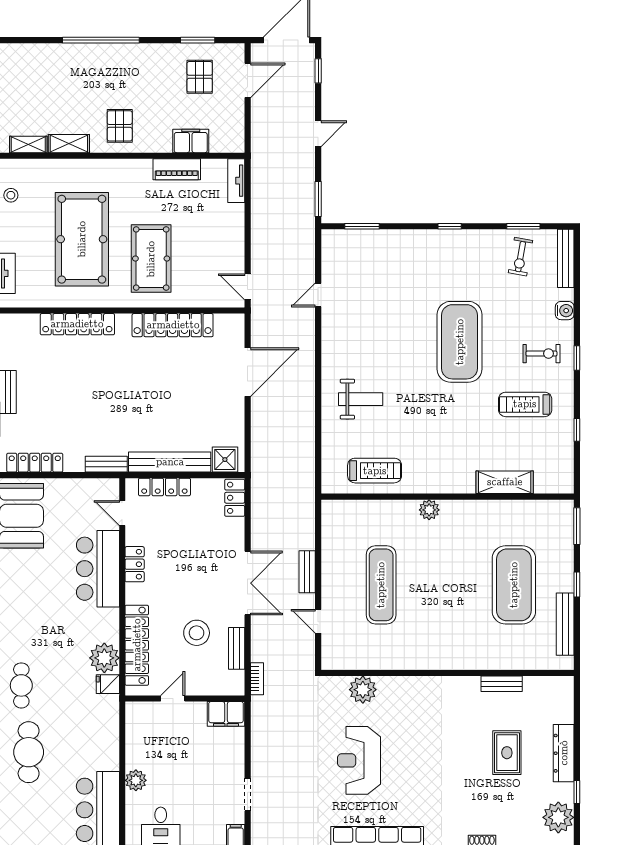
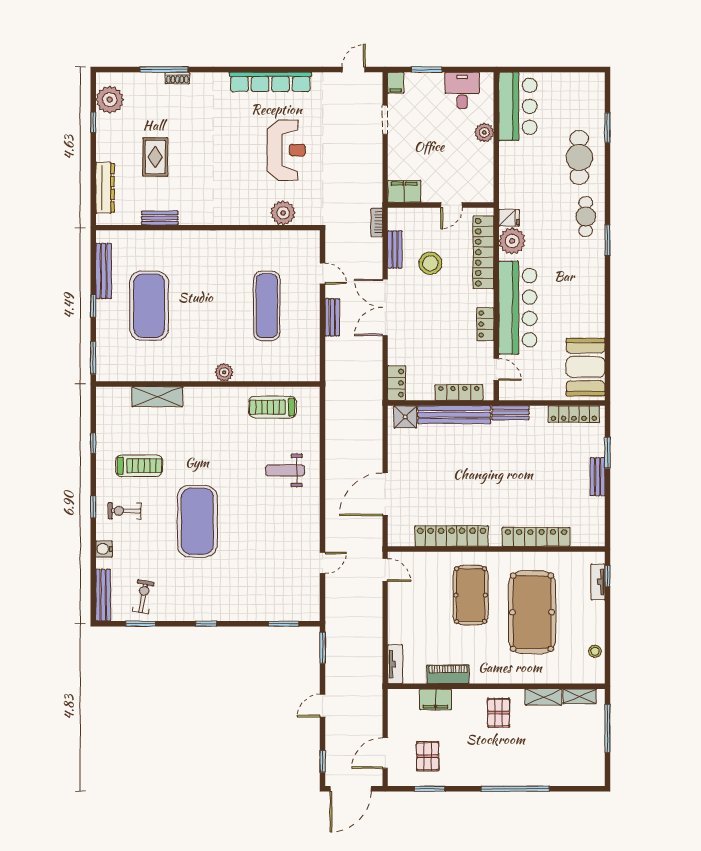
bar counter: (98, 569) -> (518, 308), width x1.36
dresser: (564, 753) -> (105, 188), moved

